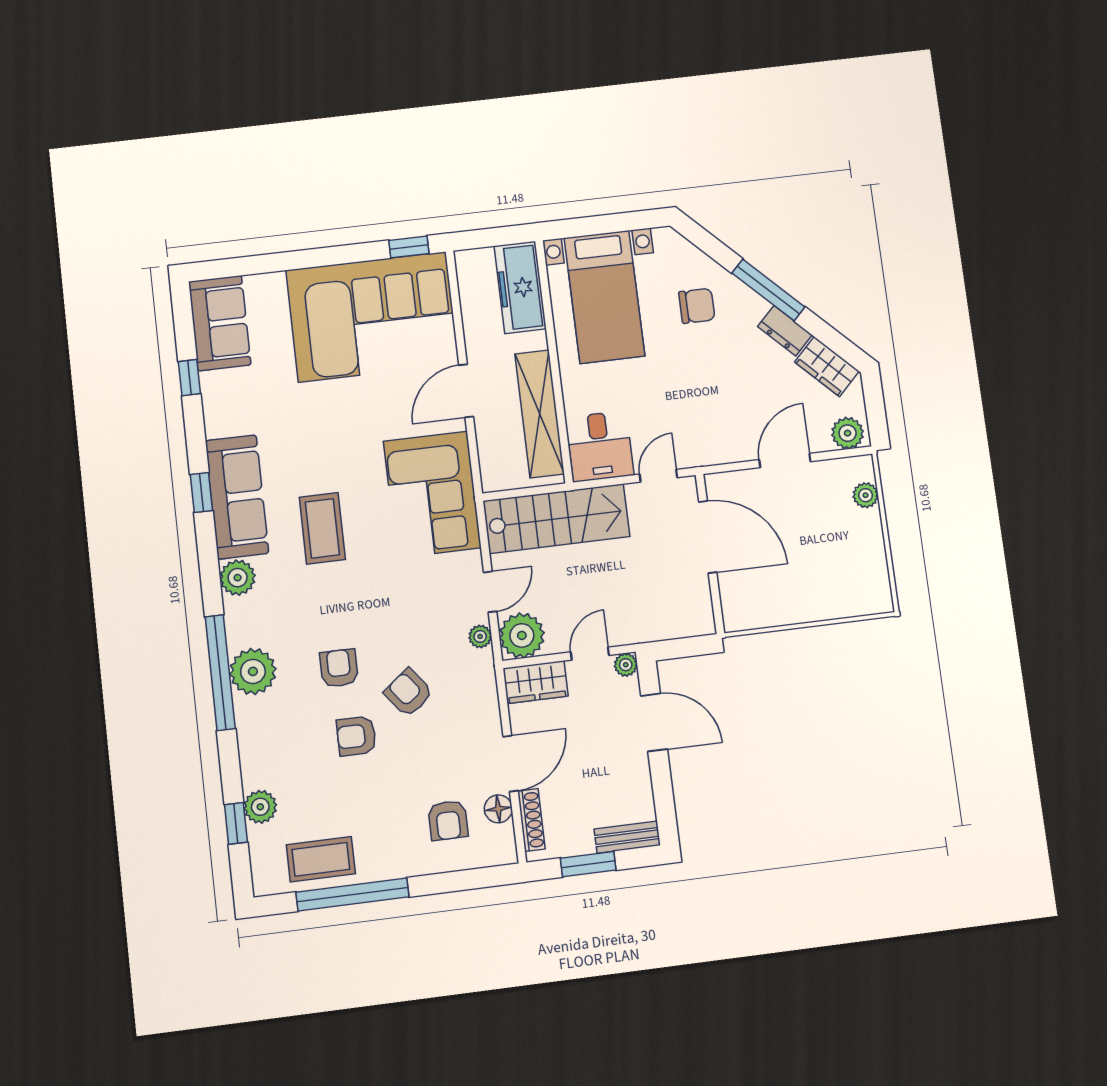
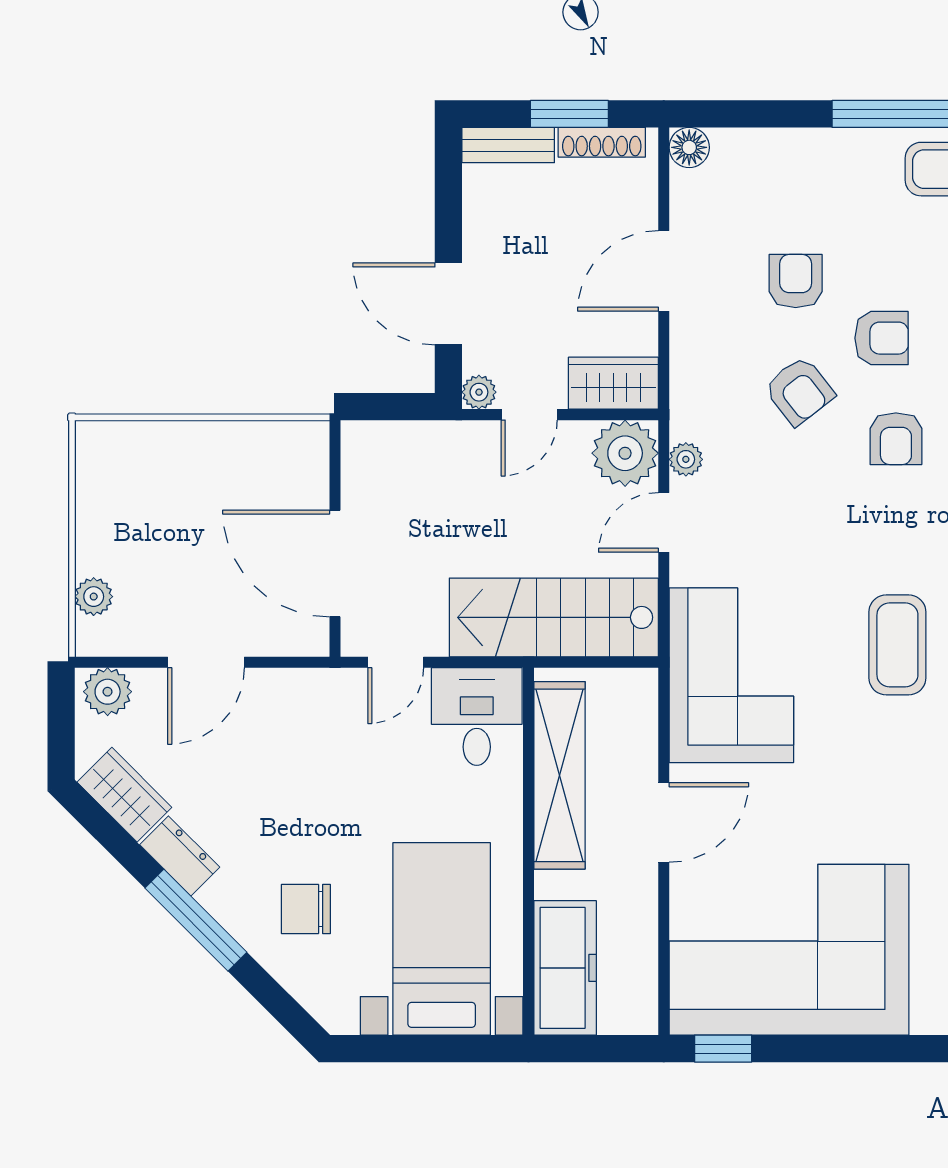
floor lamp: (498, 809) -> (689, 147), moved
armchair: (448, 820) -> (796, 281), moved
shoe rack: (531, 820) -> (602, 142), moved, turned -90

